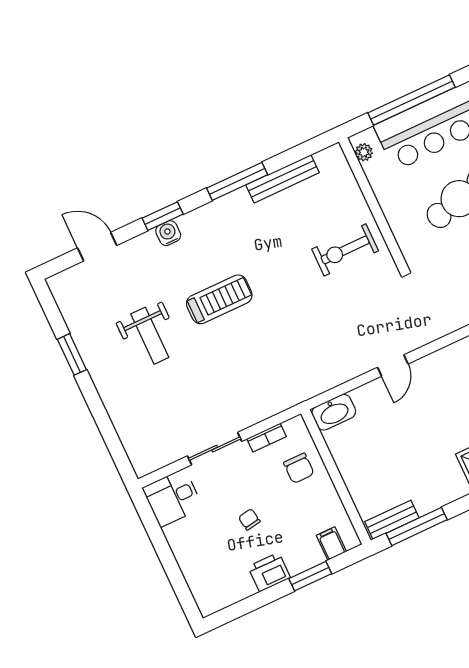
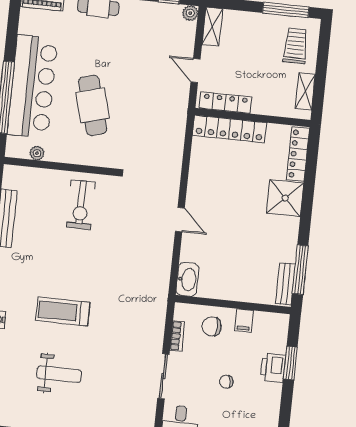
plant: (364, 152) -> (37, 153), moved
treadmill: (219, 299) -> (63, 311), turned -90
chair: (299, 468) -> (212, 326), turned 180
filing cabinet: (331, 544) -> (244, 321), moved, turned -90
printer: (269, 572) -> (273, 368), moved

